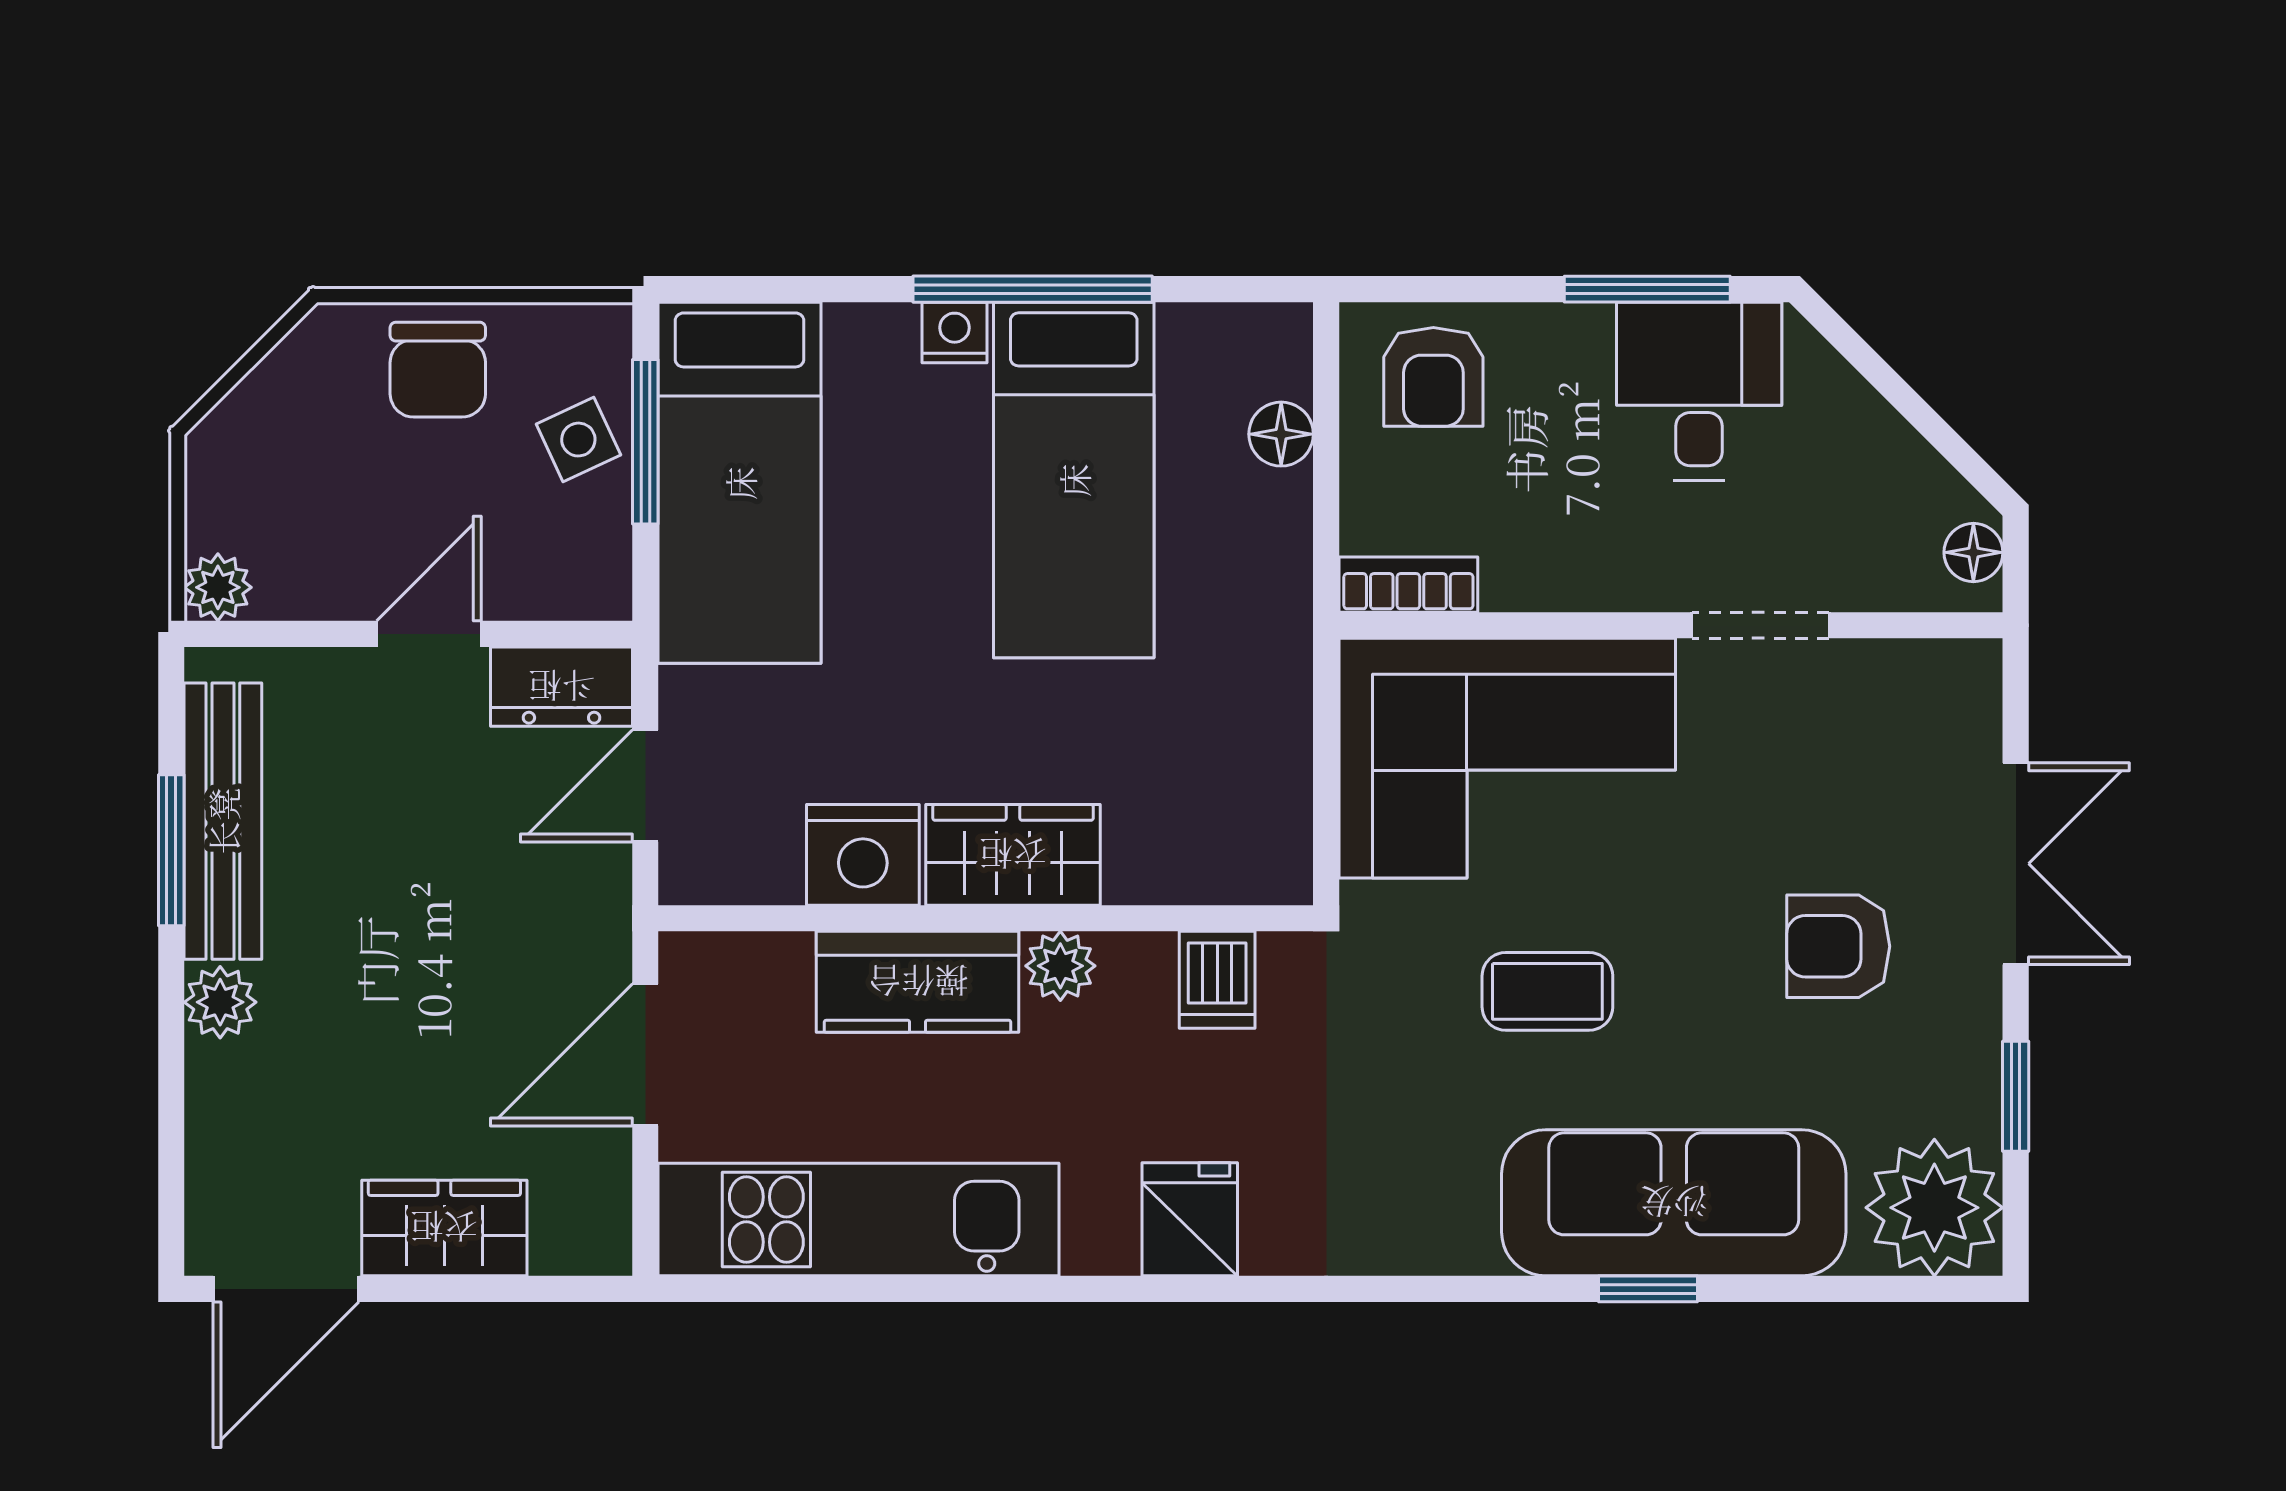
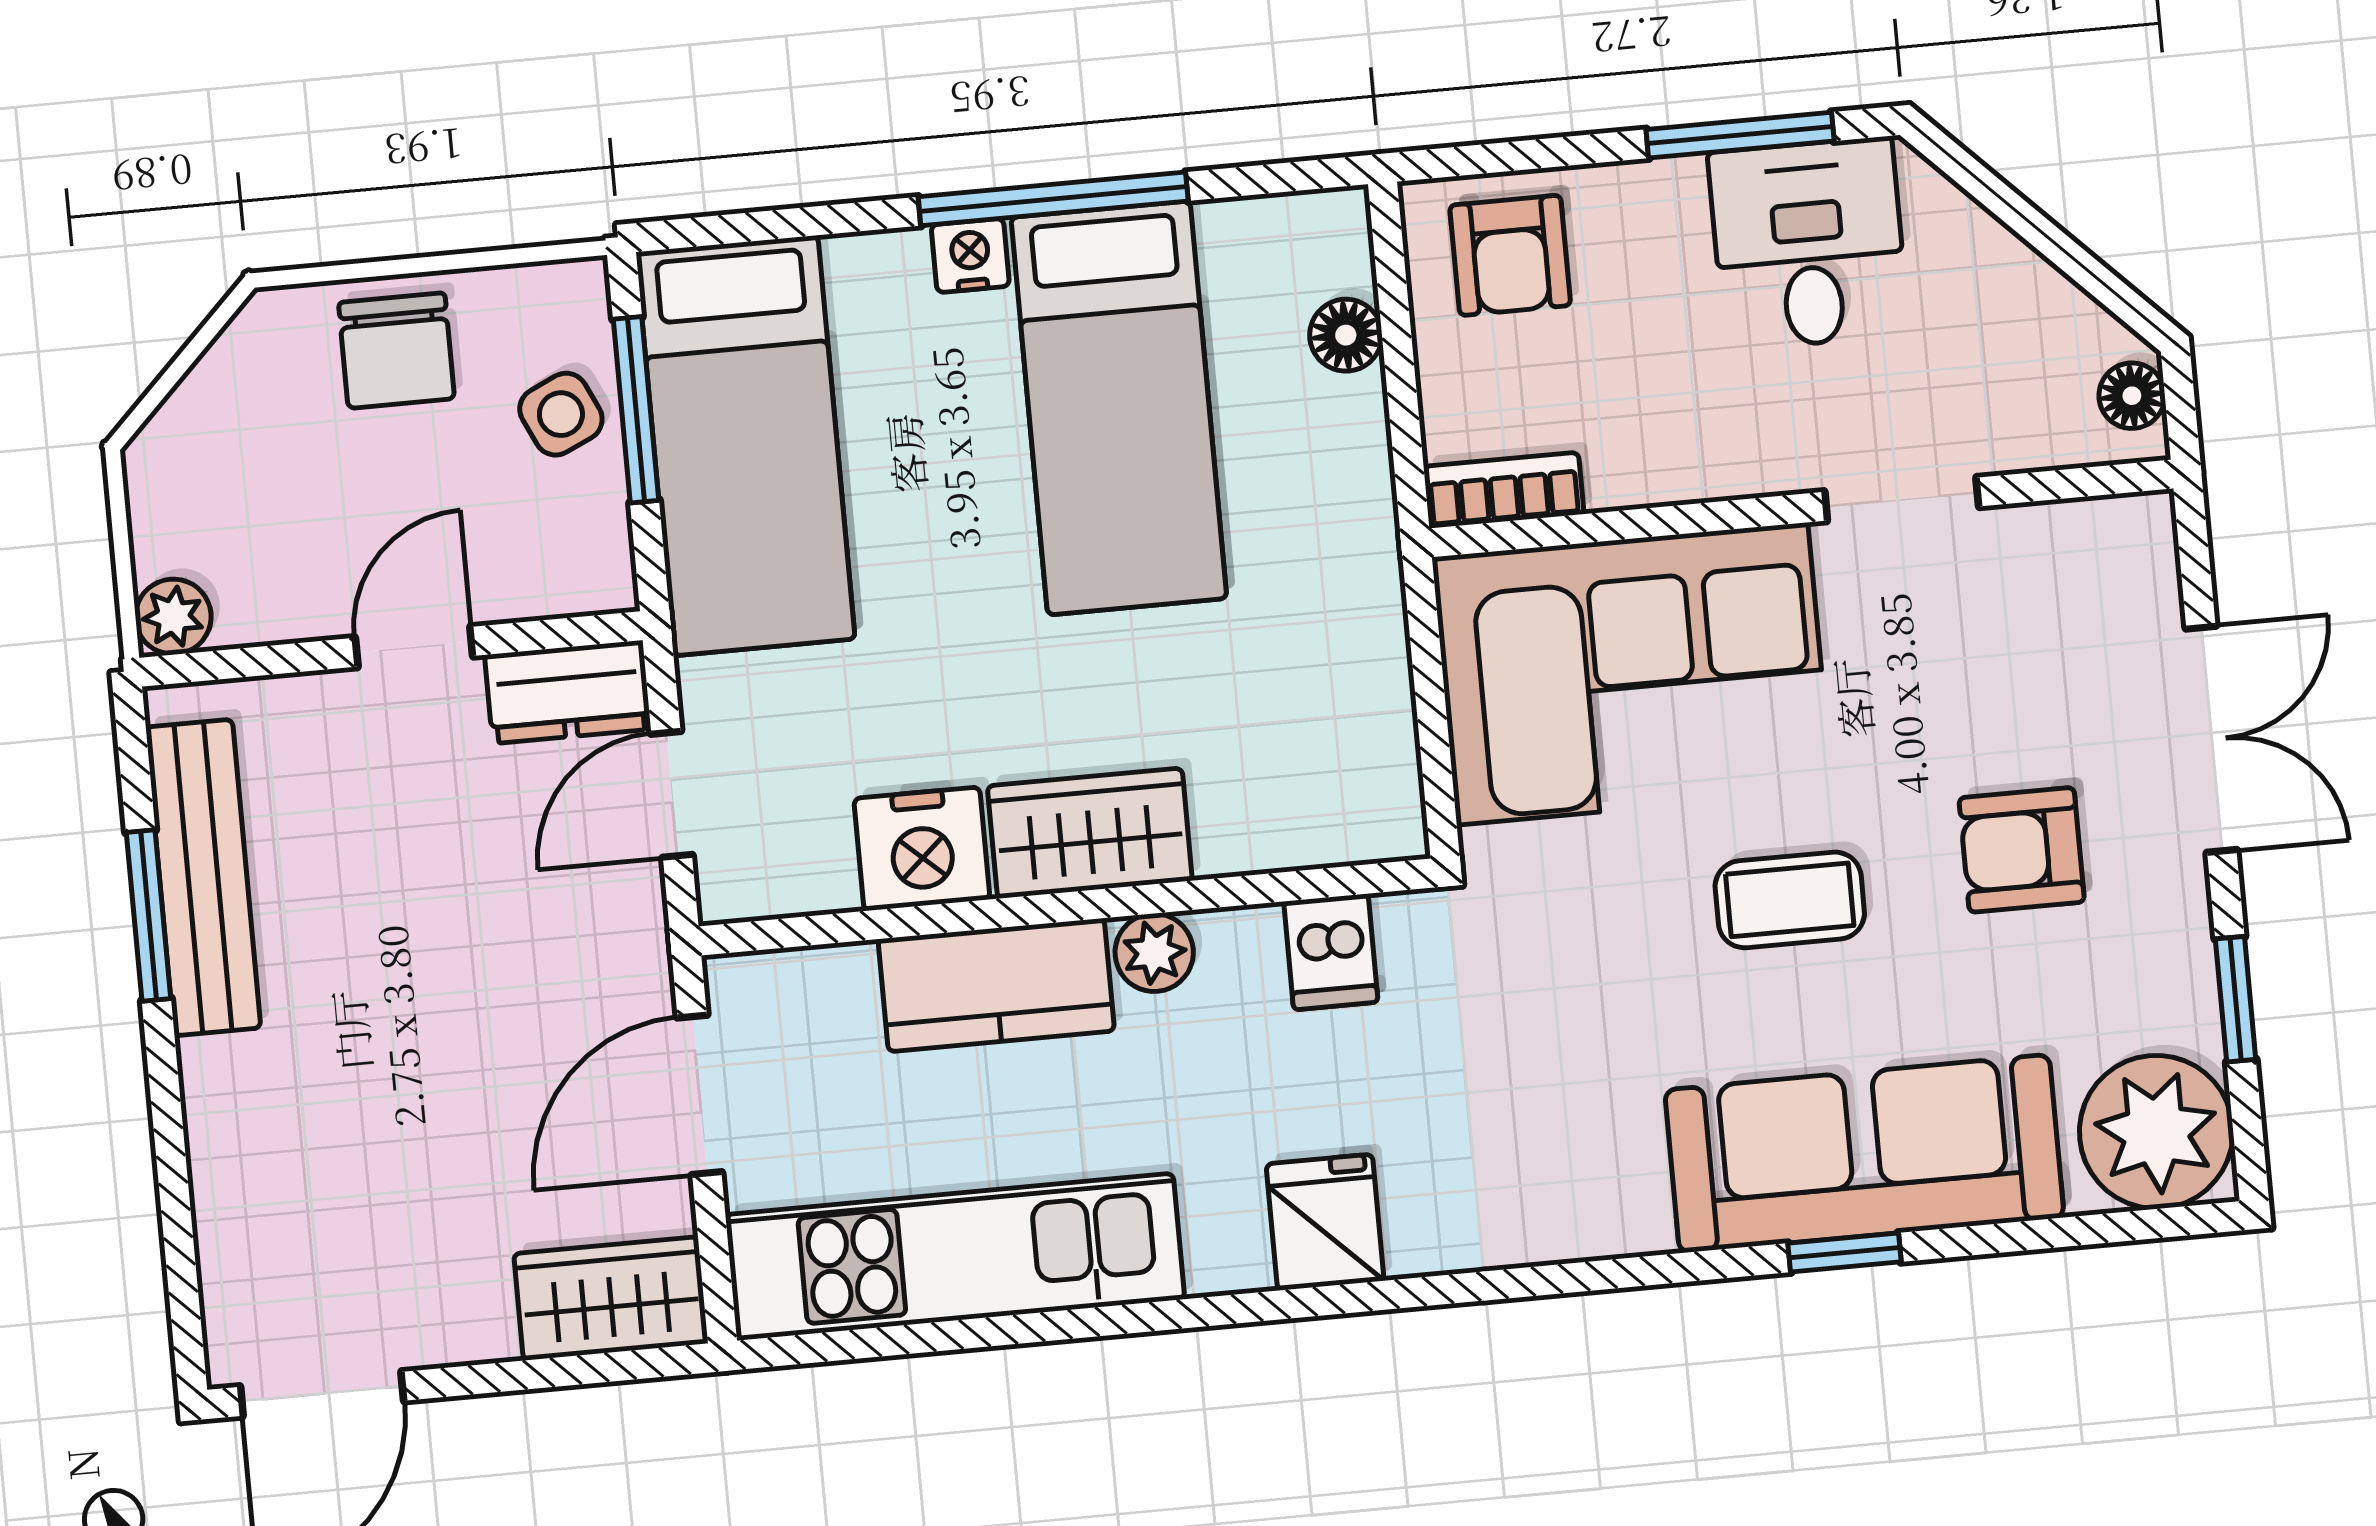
coffee table: (1547, 991) -> (1790, 900), moved
plant: (220, 1002) -> (219, 1080), removed
wardrobe: (444, 1228) -> (611, 1298), moved

